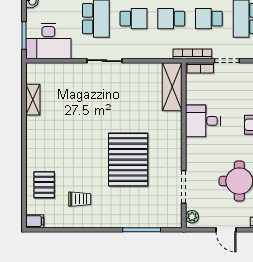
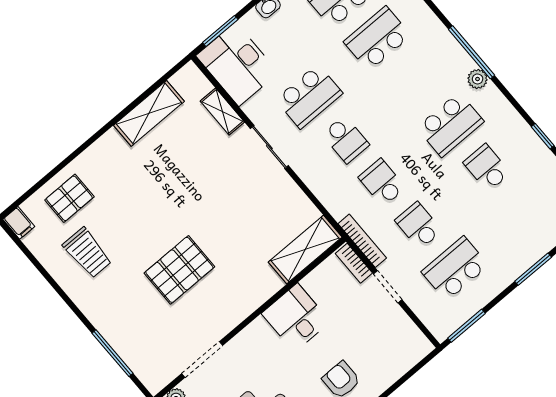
shelving: (66, 69) -> (222, 112), added
shelving: (33, 100) -> (149, 113), width x1.50, depth x1.33
pallet: (128, 160) -> (179, 270), width x0.73, depth x0.71
trolley: (80, 199) -> (87, 253), width x1.36, depth x1.39

